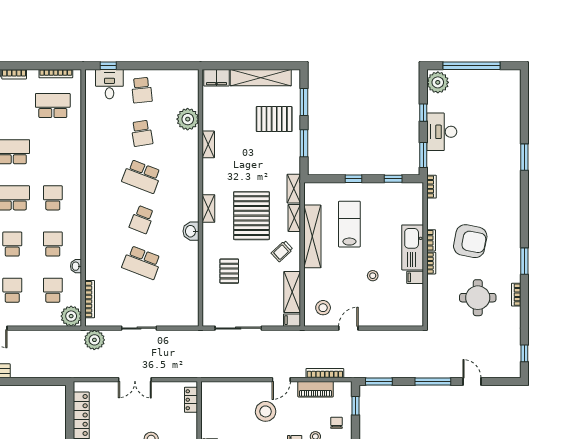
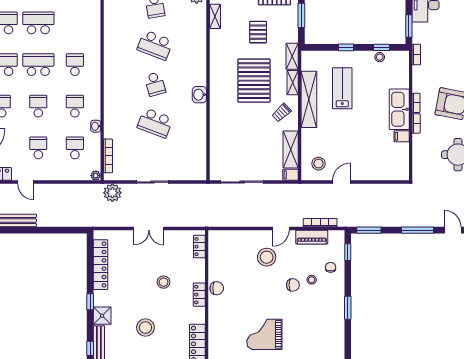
shelving: (208, 208) -> (215, 74), removed
school desk: (142, 219) -> (155, 84), turned -36
pallet: (229, 271) -> (258, 32), moved
stool: (373, 276) -> (380, 57), moved
plant: (71, 316) -> (96, 176), width x0.53, depth x0.53

